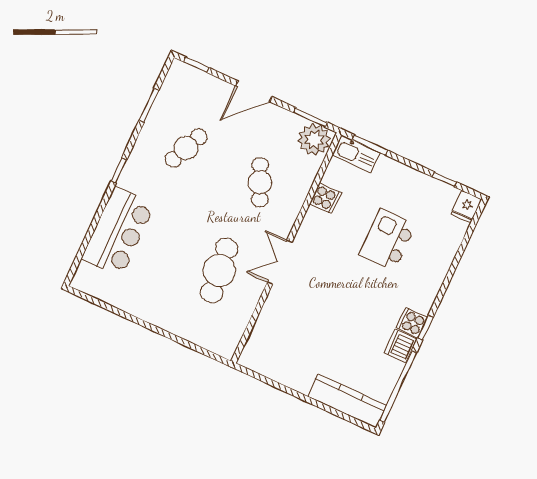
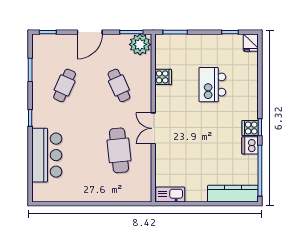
kitchen sink: (356, 154) -> (170, 194), moved, turned 180

